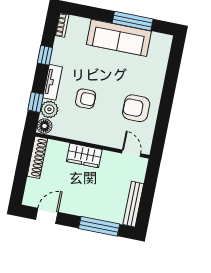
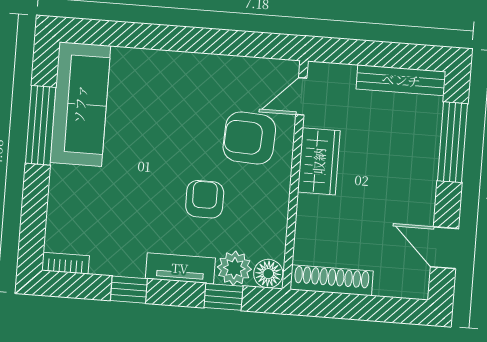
sofa: (119, 38) -> (80, 104), moved
armchair: (136, 108) -> (249, 138), moved, turned 93
wardrobe: (84, 155) -> (319, 161), moved

